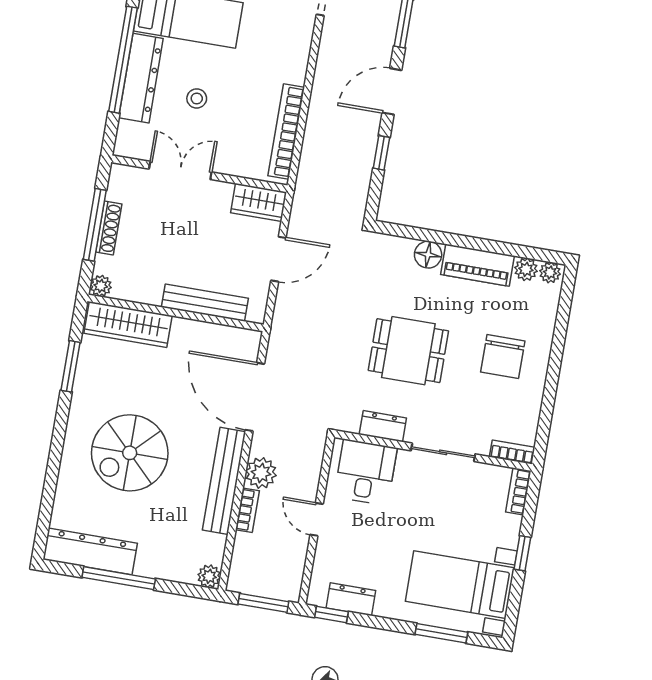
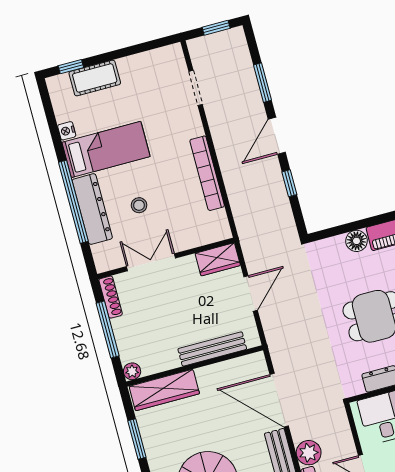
bookcase: (286, 131) -> (207, 173), moved
shoe rack: (109, 228) -> (111, 297), moved

